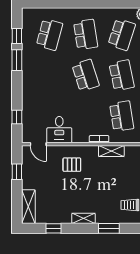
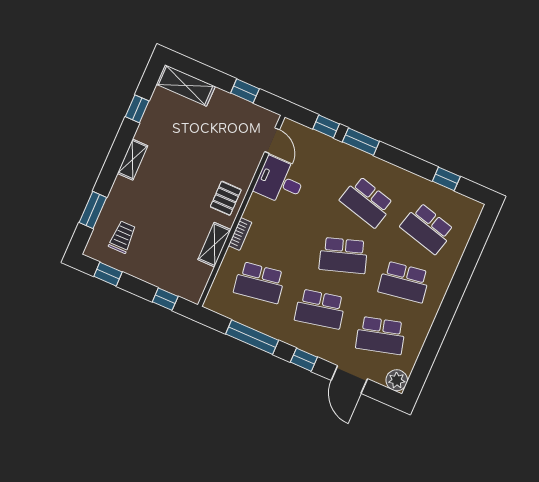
school desk: (122, 35) -> (381, 335), turned -33
window: (17, 60) -> (361, 142), moved
school desk: (49, 75) -> (367, 202), added
door: (38, 144) -> (272, 141), swing flipped
pallet: (72, 165) -> (226, 198), moved
window: (109, 228) -> (93, 210), moved

